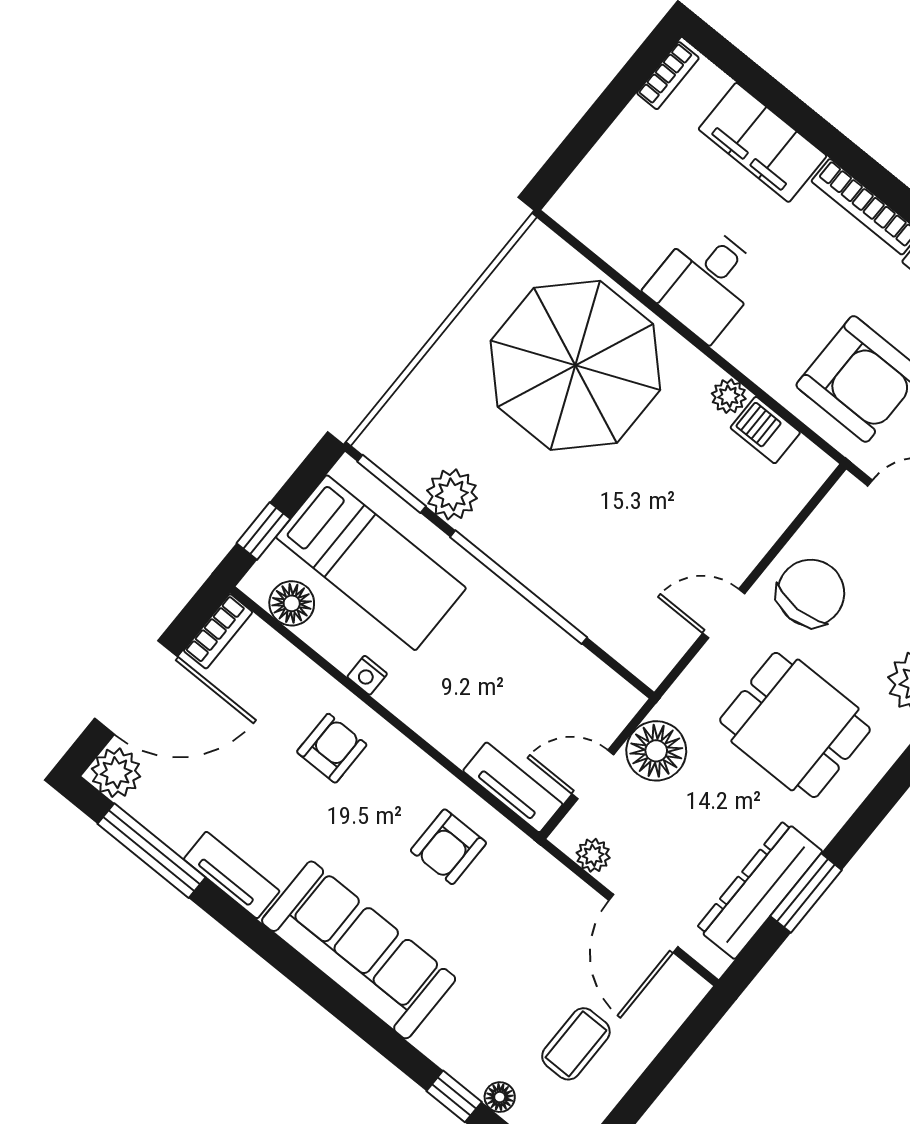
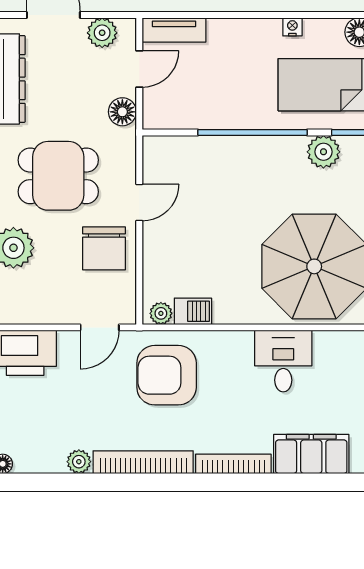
plant: (729, 396) -> (161, 313), moved
floor lamp: (656, 751) -> (122, 112), width x0.73, depth x0.73
plant: (593, 855) -> (102, 33), width x1.38, depth x1.38

